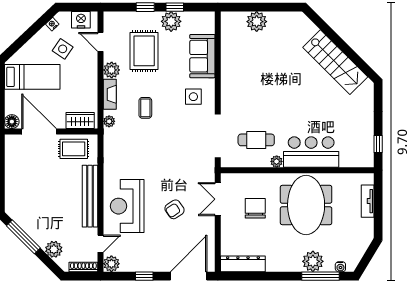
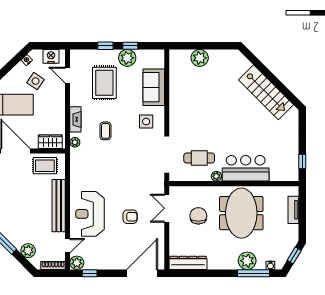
plant: (112, 70) -> (77, 99), removed
armchair: (175, 209) -> (130, 217), turned -146
window: (369, 255) -> (294, 255), added
window: (144, 276) -> (90, 273), moved

